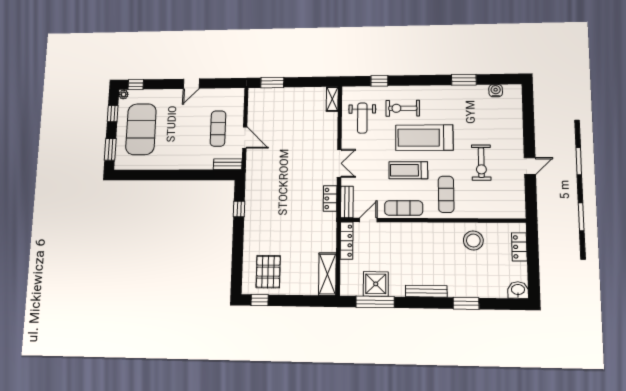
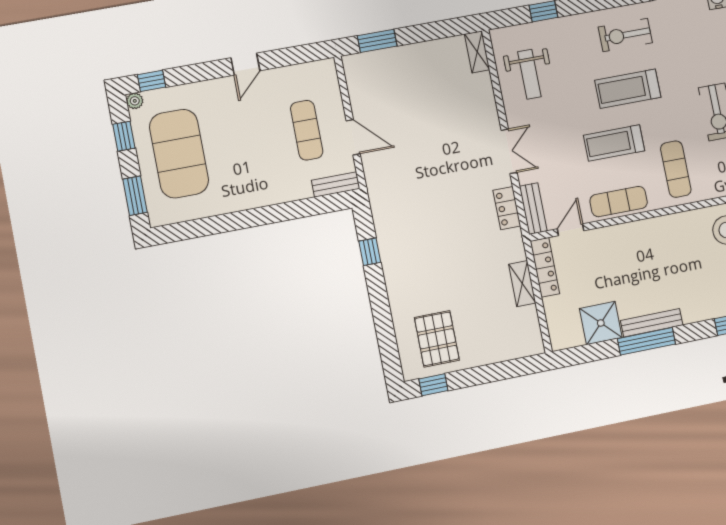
exercise bike: (403, 108) -> (625, 35), moved
treadmill: (424, 138) -> (628, 89), width x0.73, depth x0.73
shelving: (327, 274) -> (522, 284), moved, width x0.67, depth x0.75
bench: (426, 291) -> (652, 323), moved
window: (375, 302) -> (646, 341), moved

